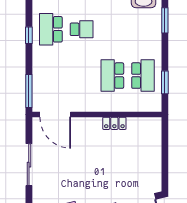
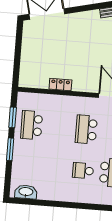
window: (165, 20) -> (10, 149), moved
school desk: (112, 76) -> (86, 129), moved, turned 180

